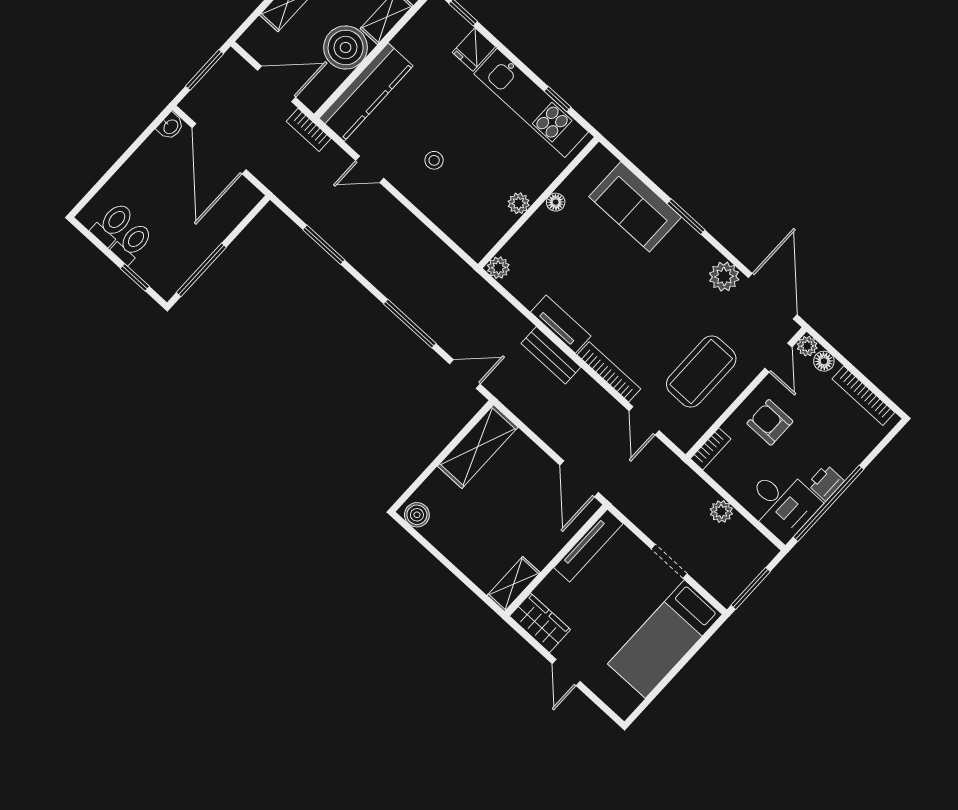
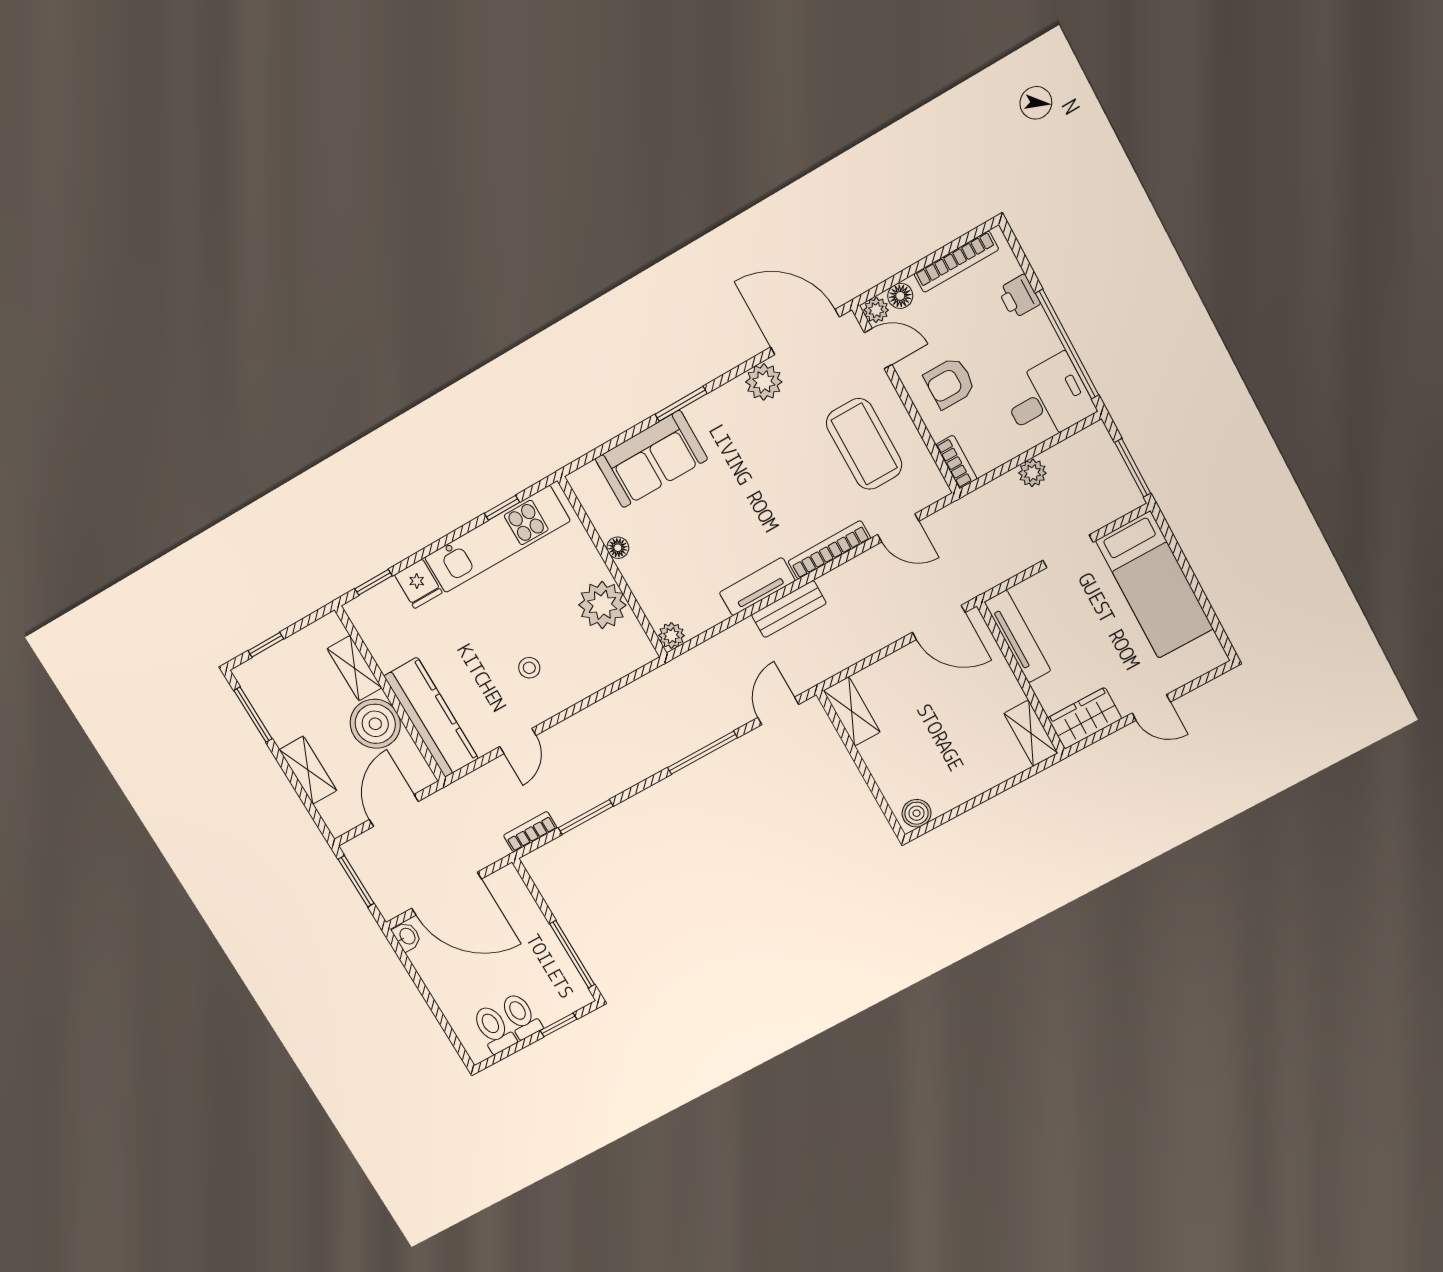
bookcase: (309, 130) -> (530, 832), moved, turned 180
plant: (519, 203) -> (602, 605), width x1.87, depth x1.87
shelving: (478, 447) -> (852, 711), width x0.67, depth x0.75
printer: (826, 483) -> (1019, 296), moved

